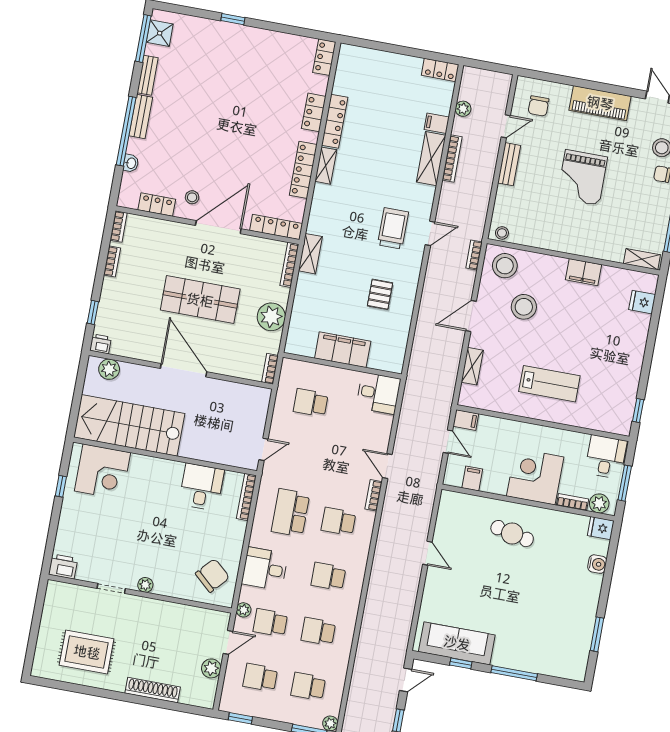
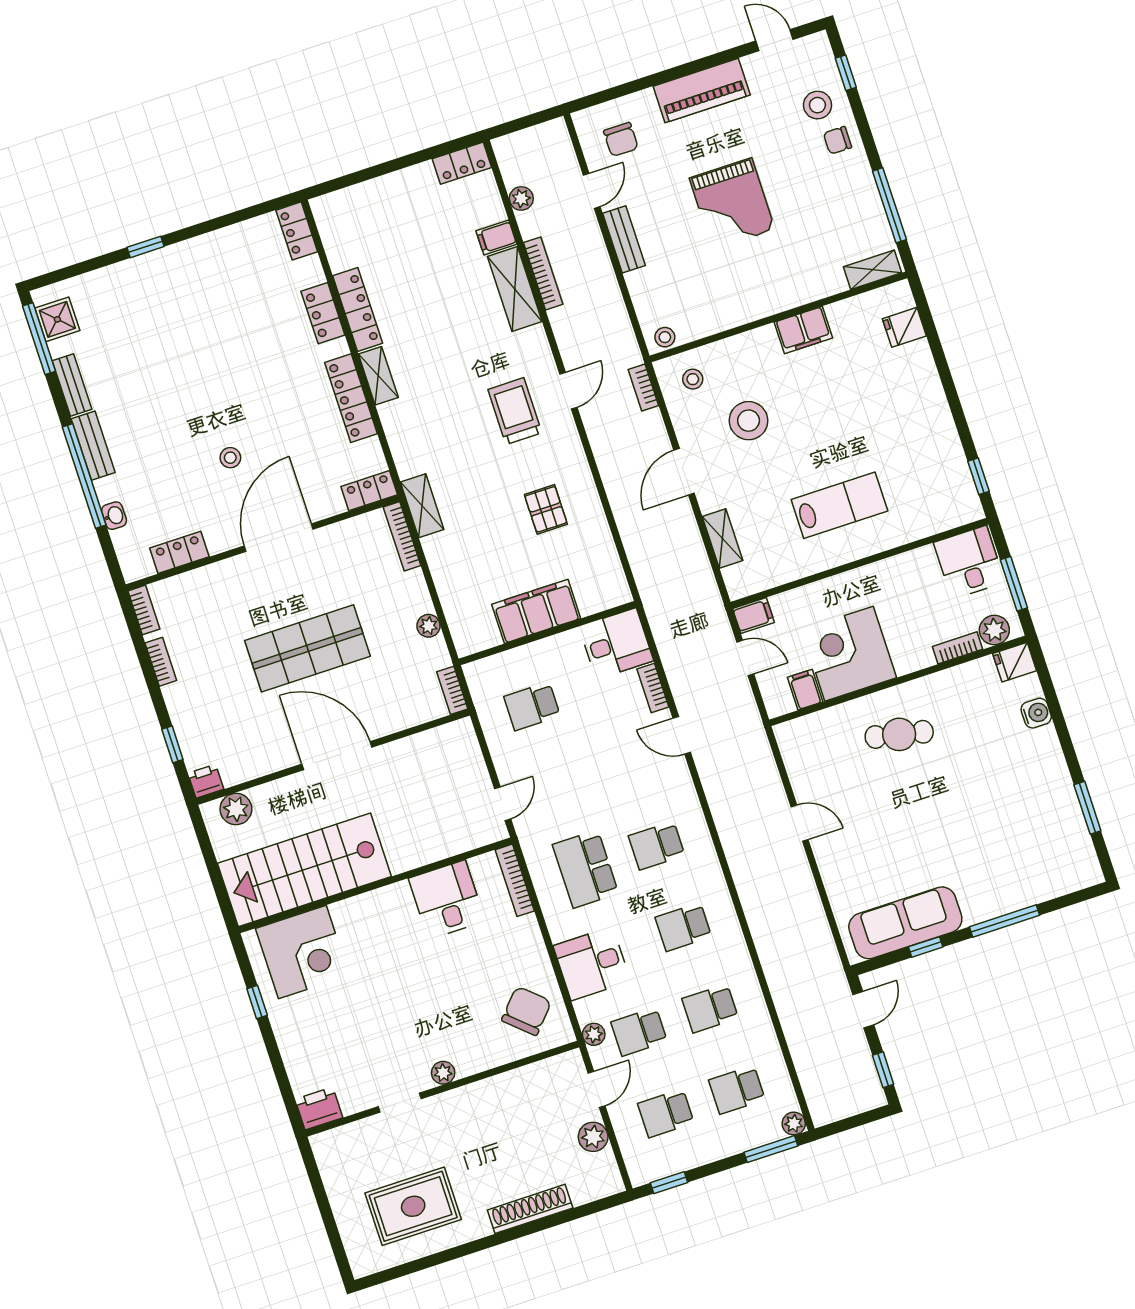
stool: (192, 197) -> (230, 458), moved
locker: (276, 227) -> (369, 491), width x0.66
stool: (505, 266) -> (693, 379), width x0.53, depth x0.53
plant: (271, 317) -> (428, 626), width x0.53, depth x0.53
corner desk: (535, 477) -> (849, 654), moved
bookcase: (374, 495) -> (653, 688), moved

